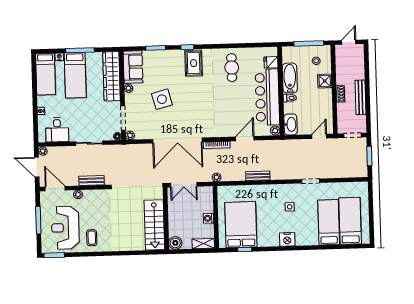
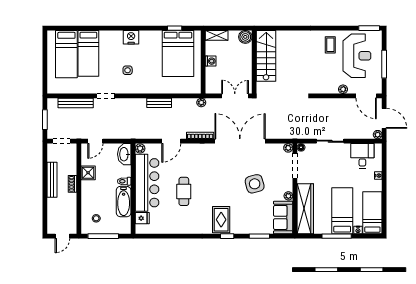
cafe table: (232, 68) -> (184, 191), moved
shower: (325, 81) -> (88, 173), moved
bench: (92, 180) -> (76, 103), moved, width x1.36

